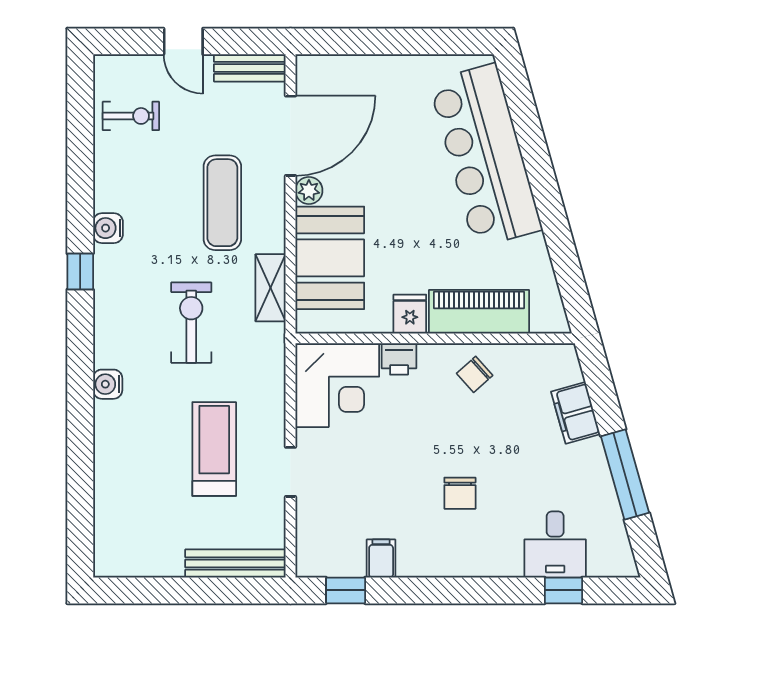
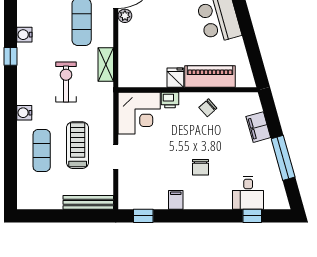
booth: (330, 258) -> (135, 50), removed
exercise mat: (142, 460) -> (42, 150), added
filing cabinet: (381, 559) -> (176, 200), moved

